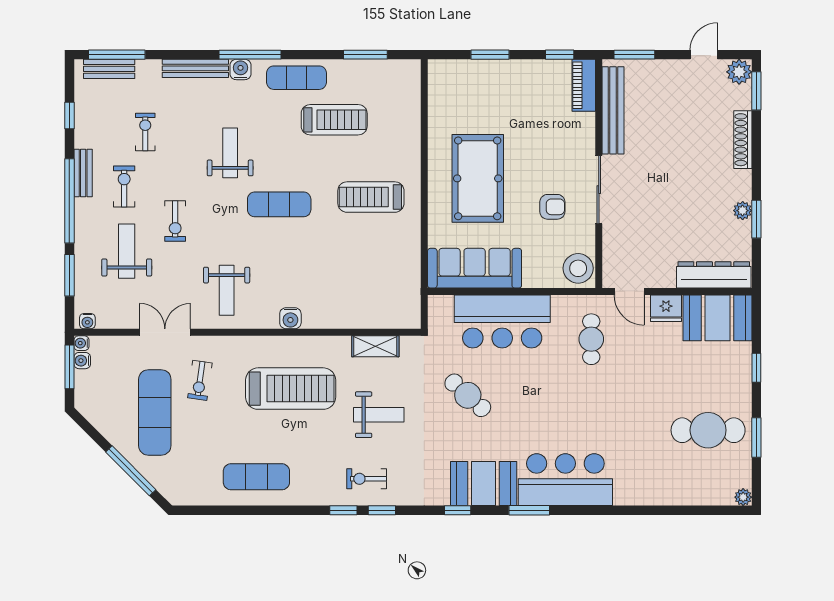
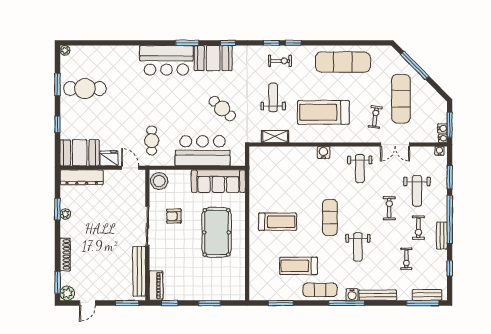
exercise mat: (279, 204) -> (330, 218), turned 90
weight bench: (227, 290) -> (360, 169), turned 180
weight bench: (379, 415) -> (273, 97), turned 90
exercise mat: (256, 477) -> (343, 62), width x1.36, depth x1.45

